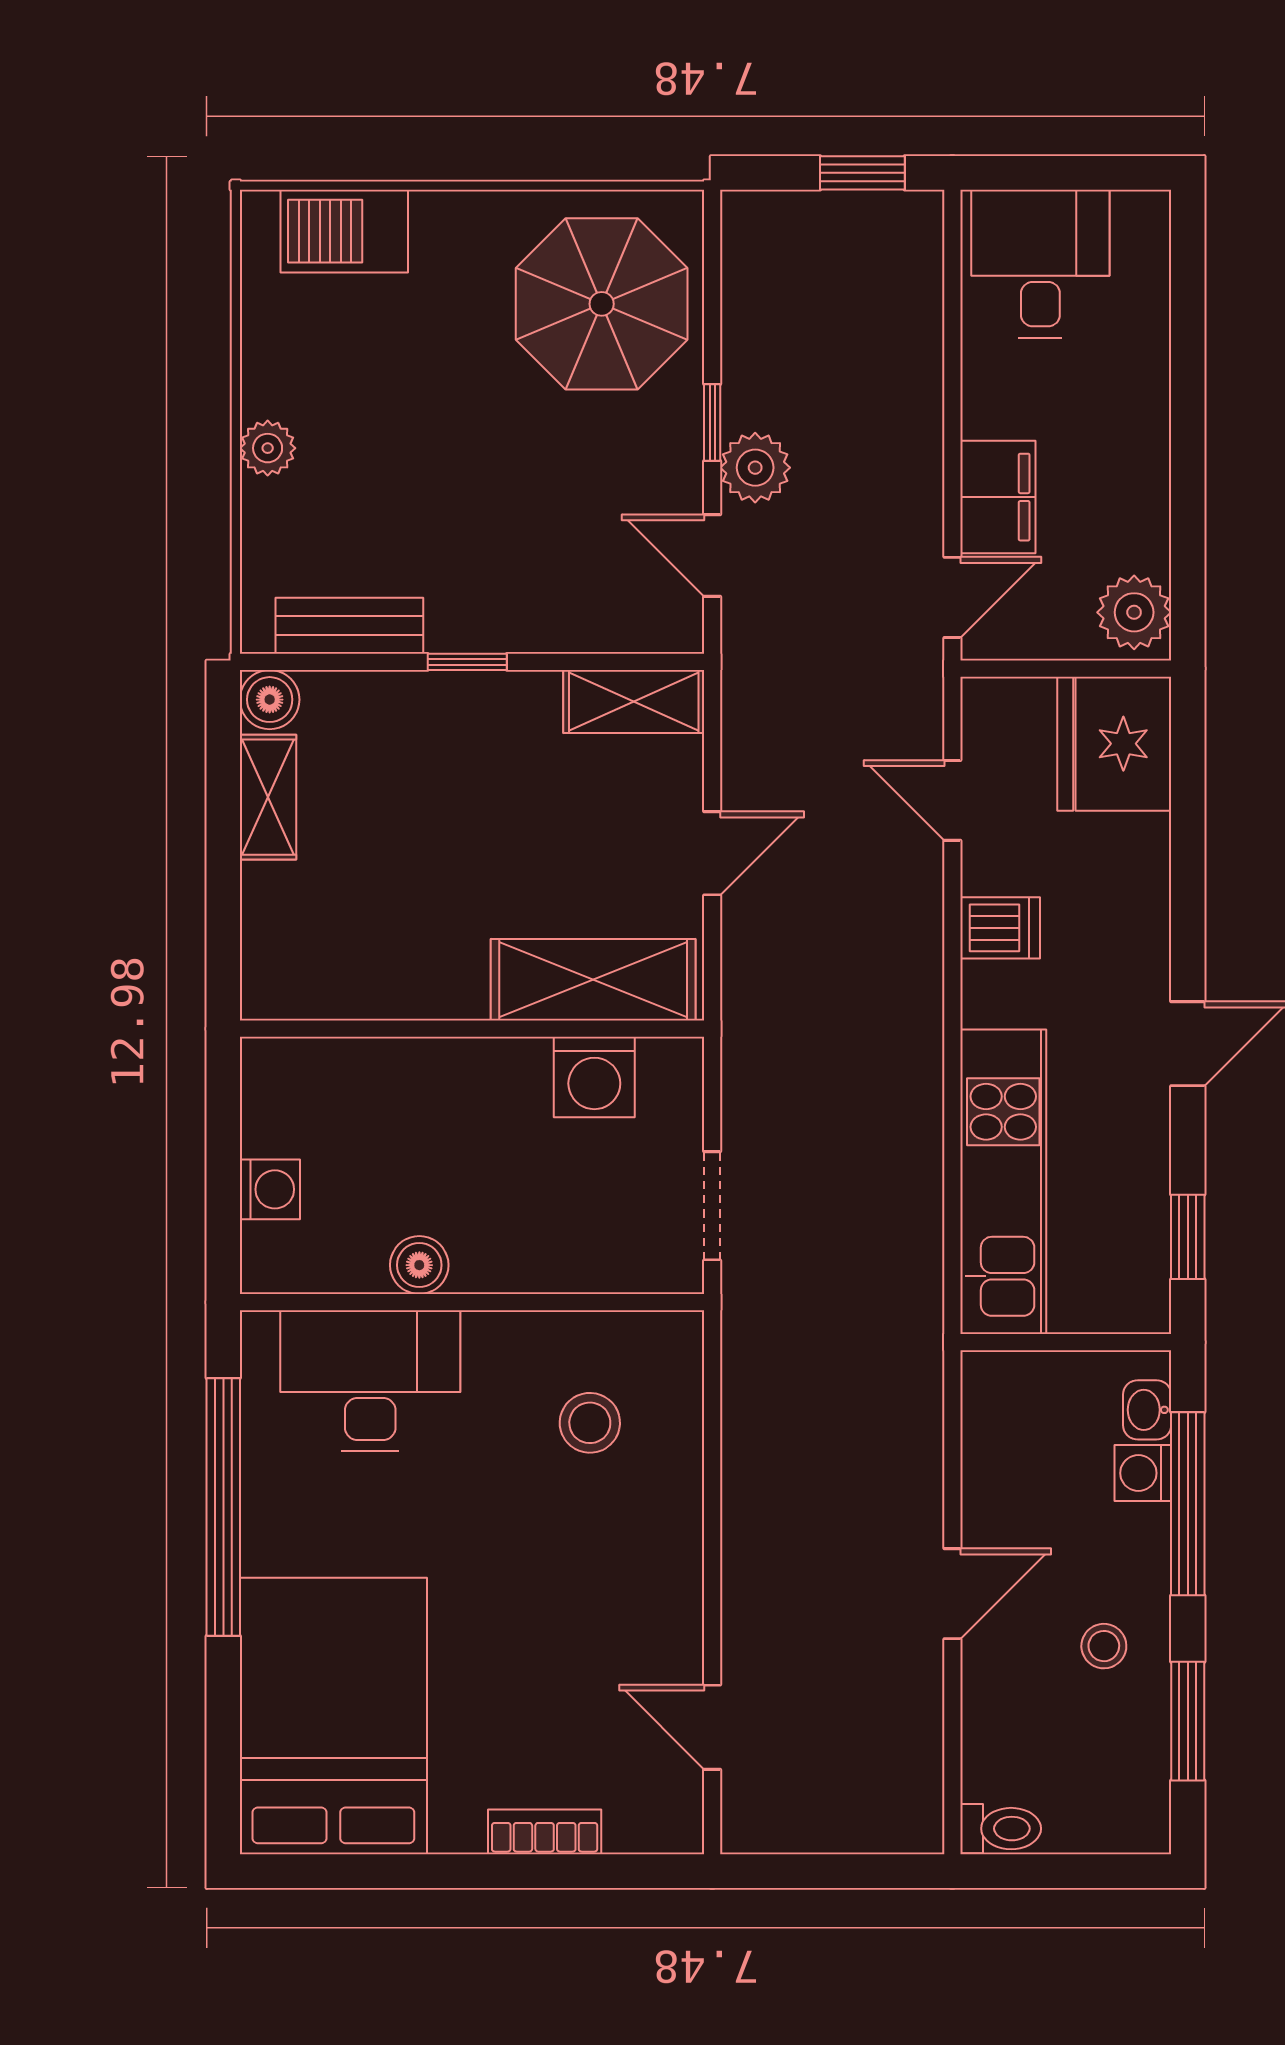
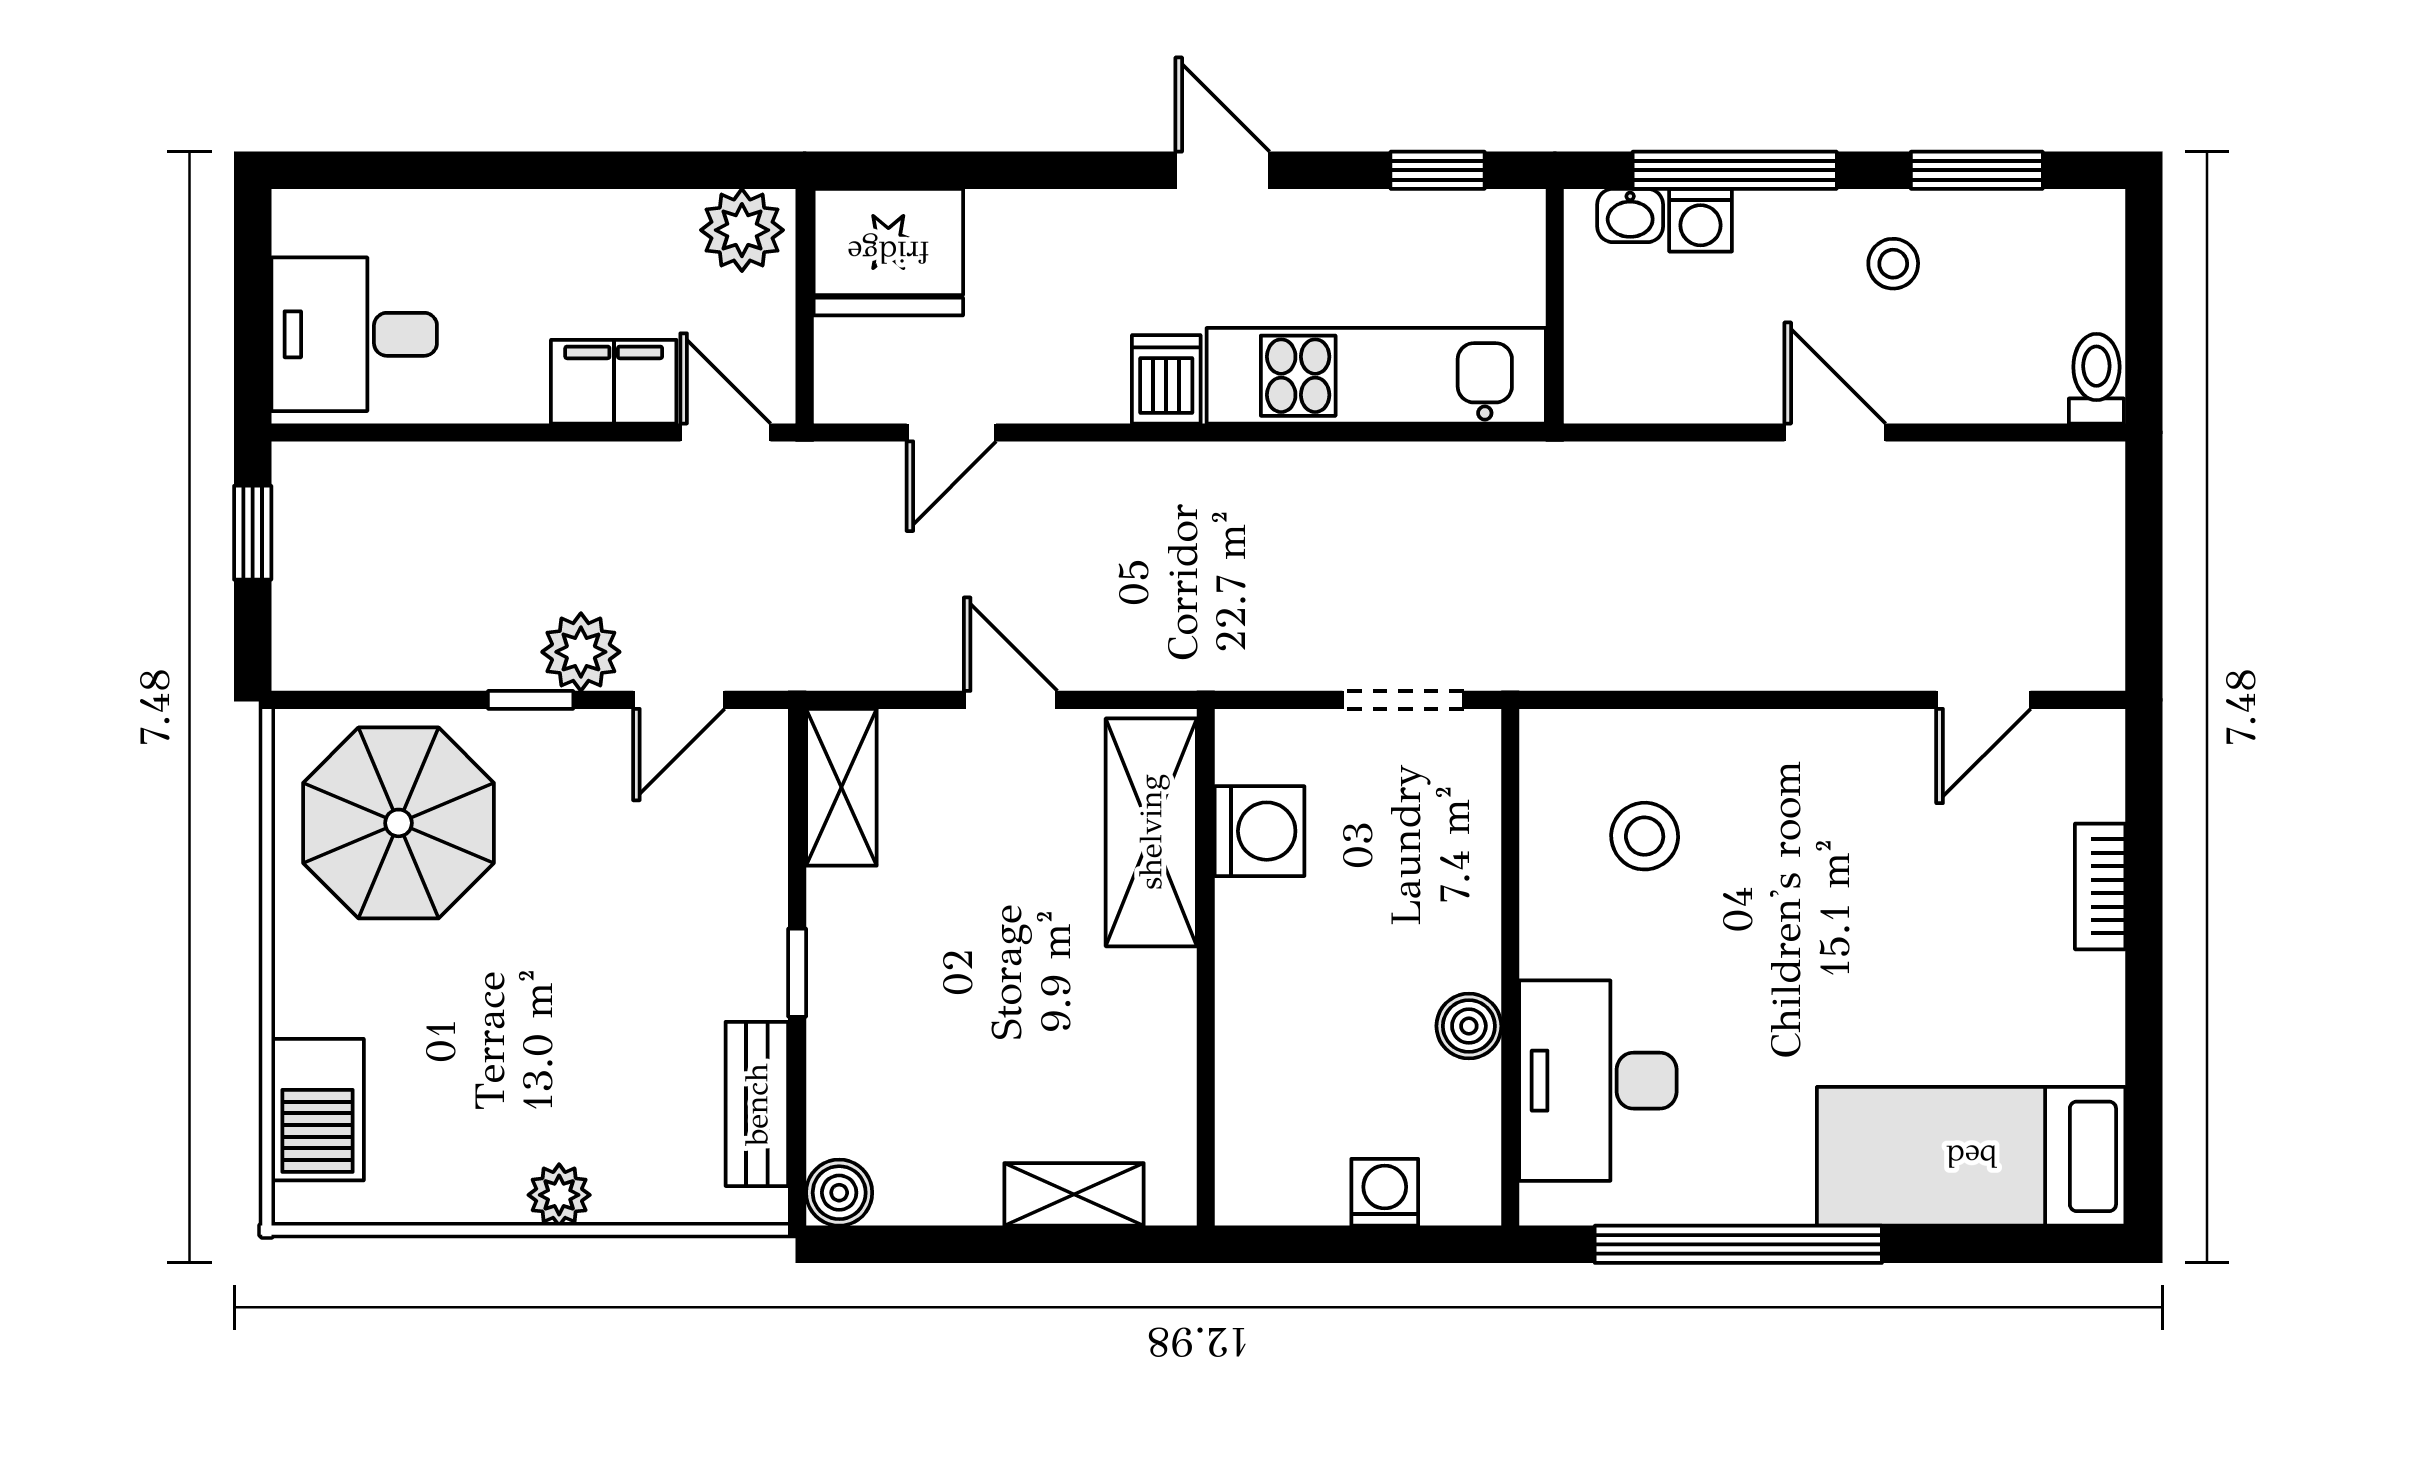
shelving: (268, 797) -> (1074, 1194), moved
dishwasher: (1000, 928) -> (1166, 379), moved
bed: (333, 1716) -> (1971, 1156), width x0.67

